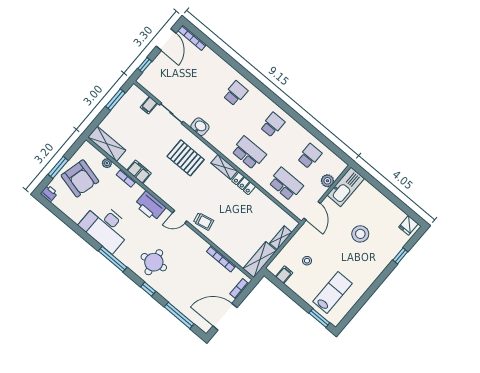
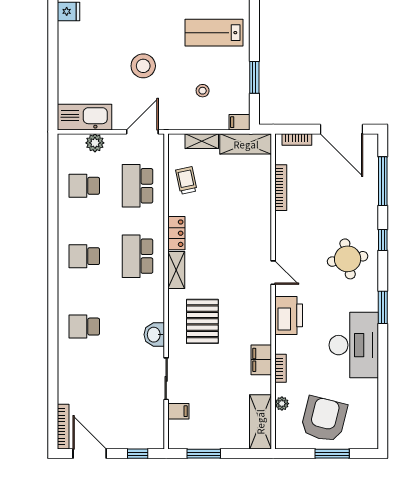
door: (166, 40) -> (90, 454), hinge flipped
printer: (49, 193) -> (369, 439), removed
trolley: (204, 221) -> (186, 181), moved
stool: (360, 234) -> (143, 66), moved
window: (113, 259) -> (383, 307), width x0.69
filing cabinet: (284, 275) -> (240, 122), moved
window: (319, 318) -> (254, 77), moved

